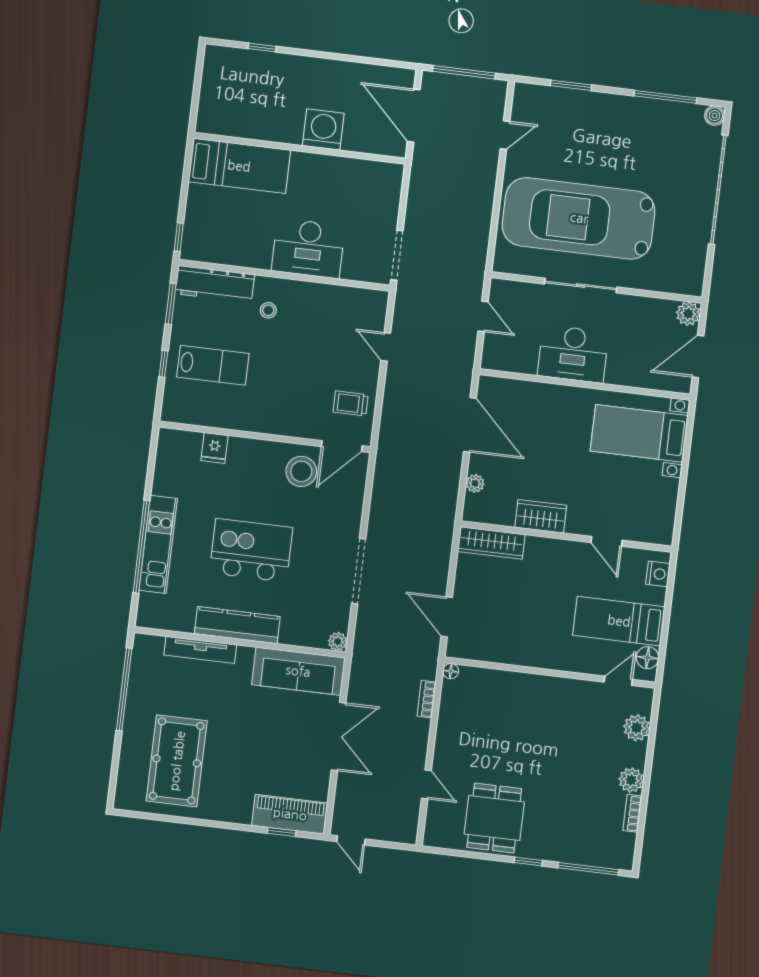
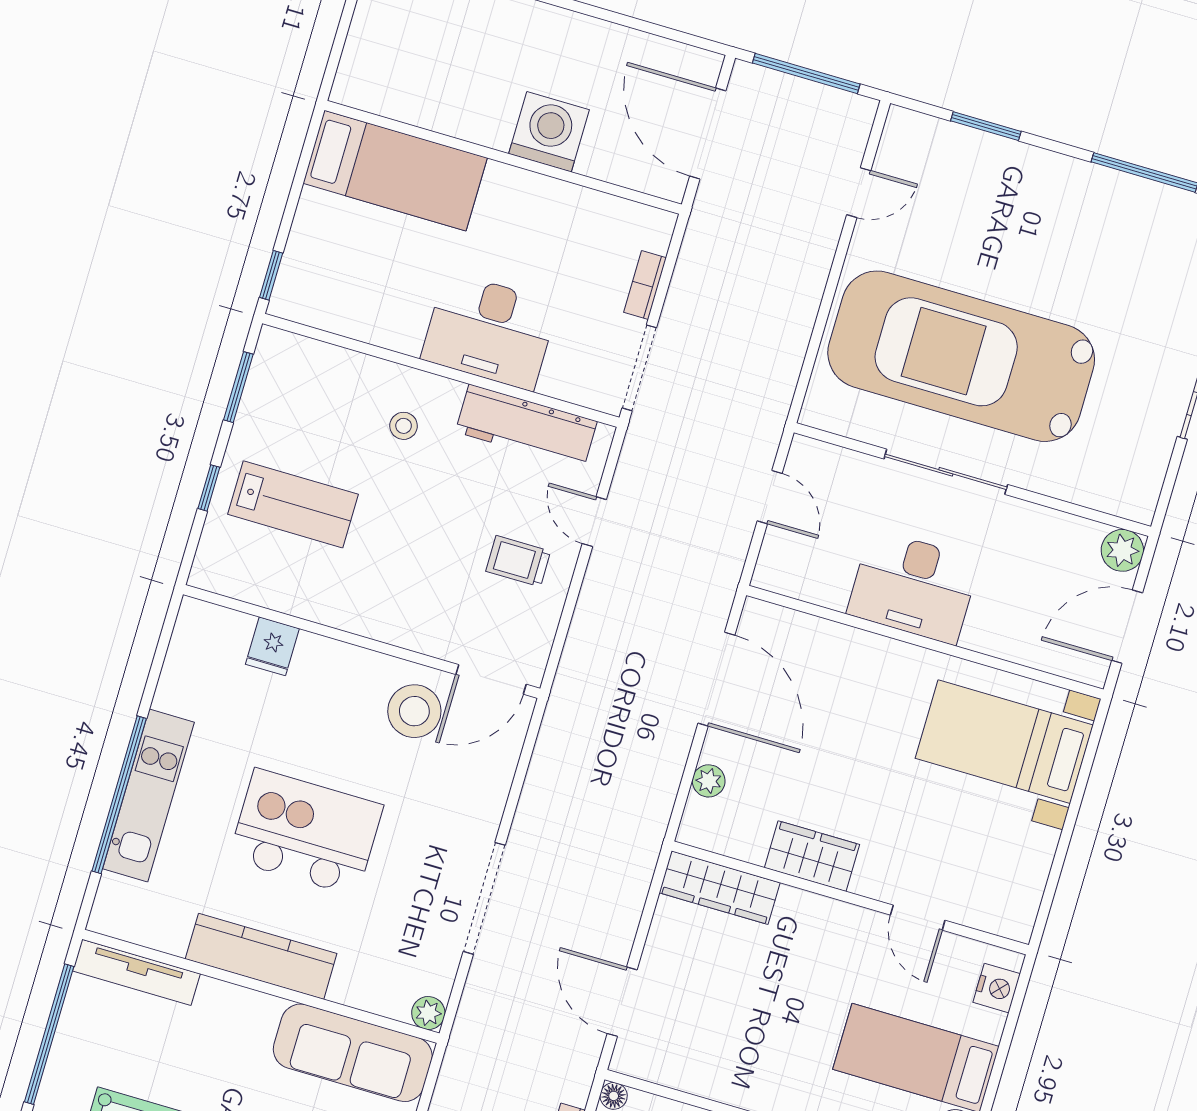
bookcase: (392, 208) -> (645, 285), added
workbench: (215, 284) -> (526, 426), moved
trolley: (351, 403) -> (518, 561), moved
tv unit: (200, 650) -> (136, 972), moved

